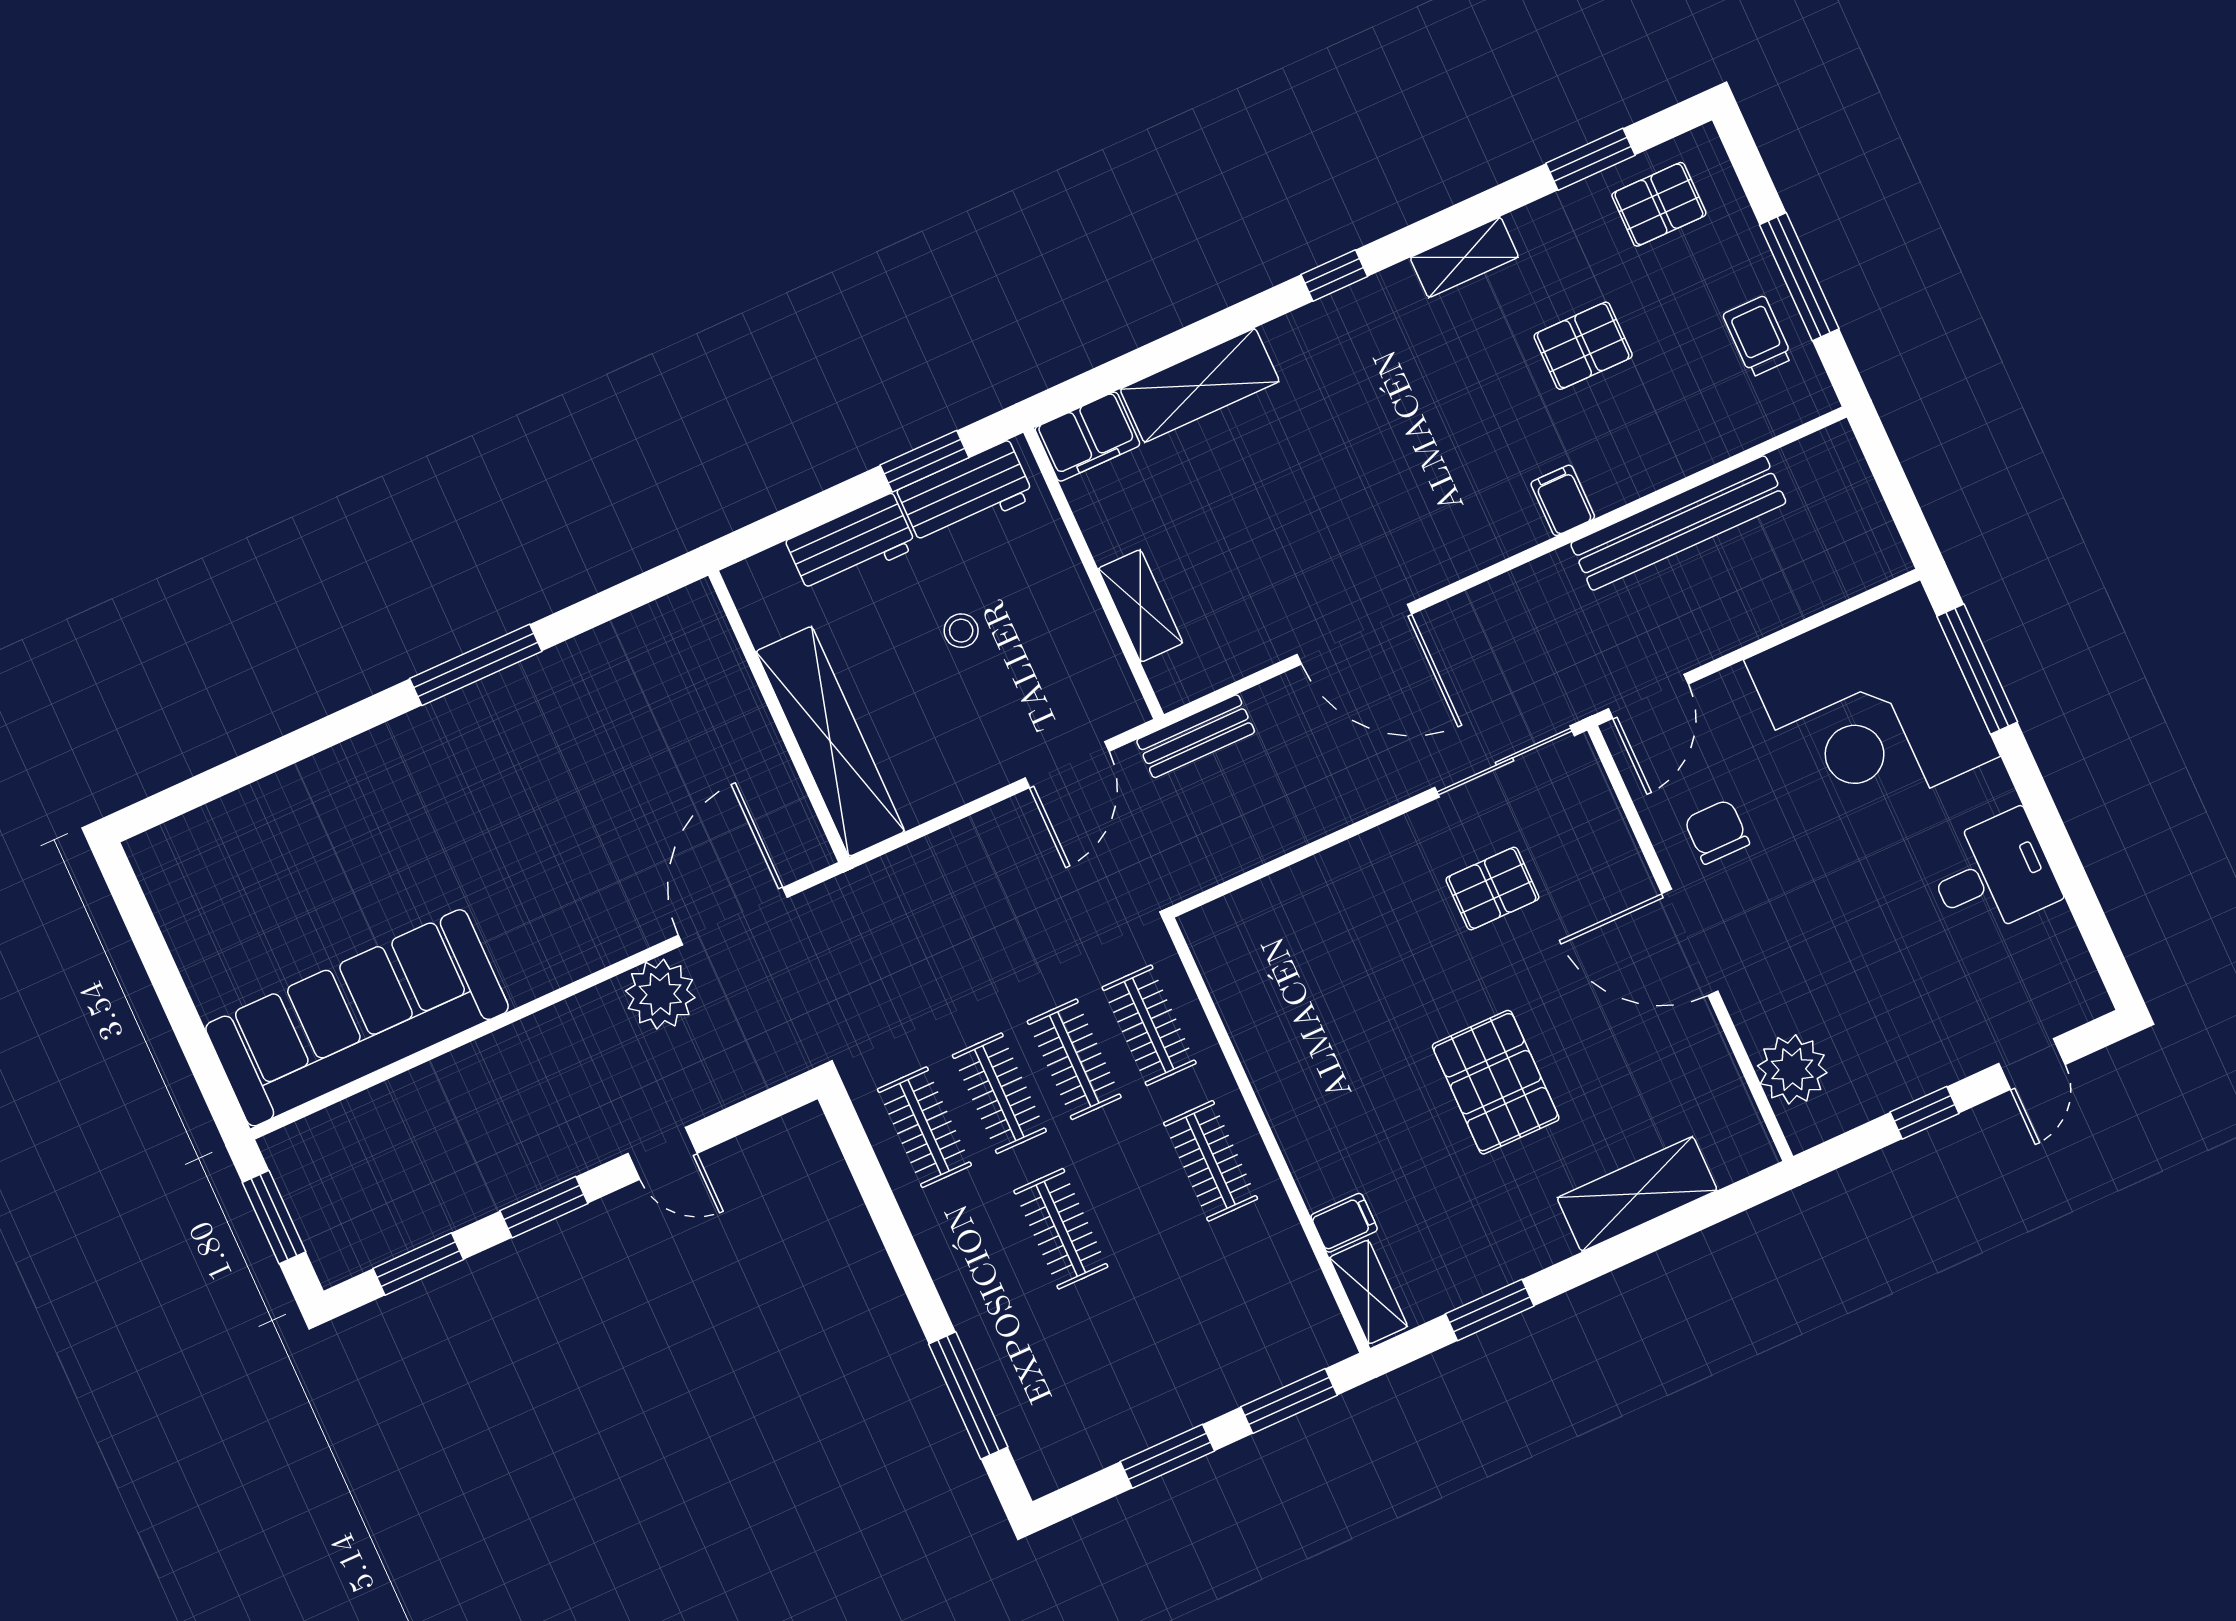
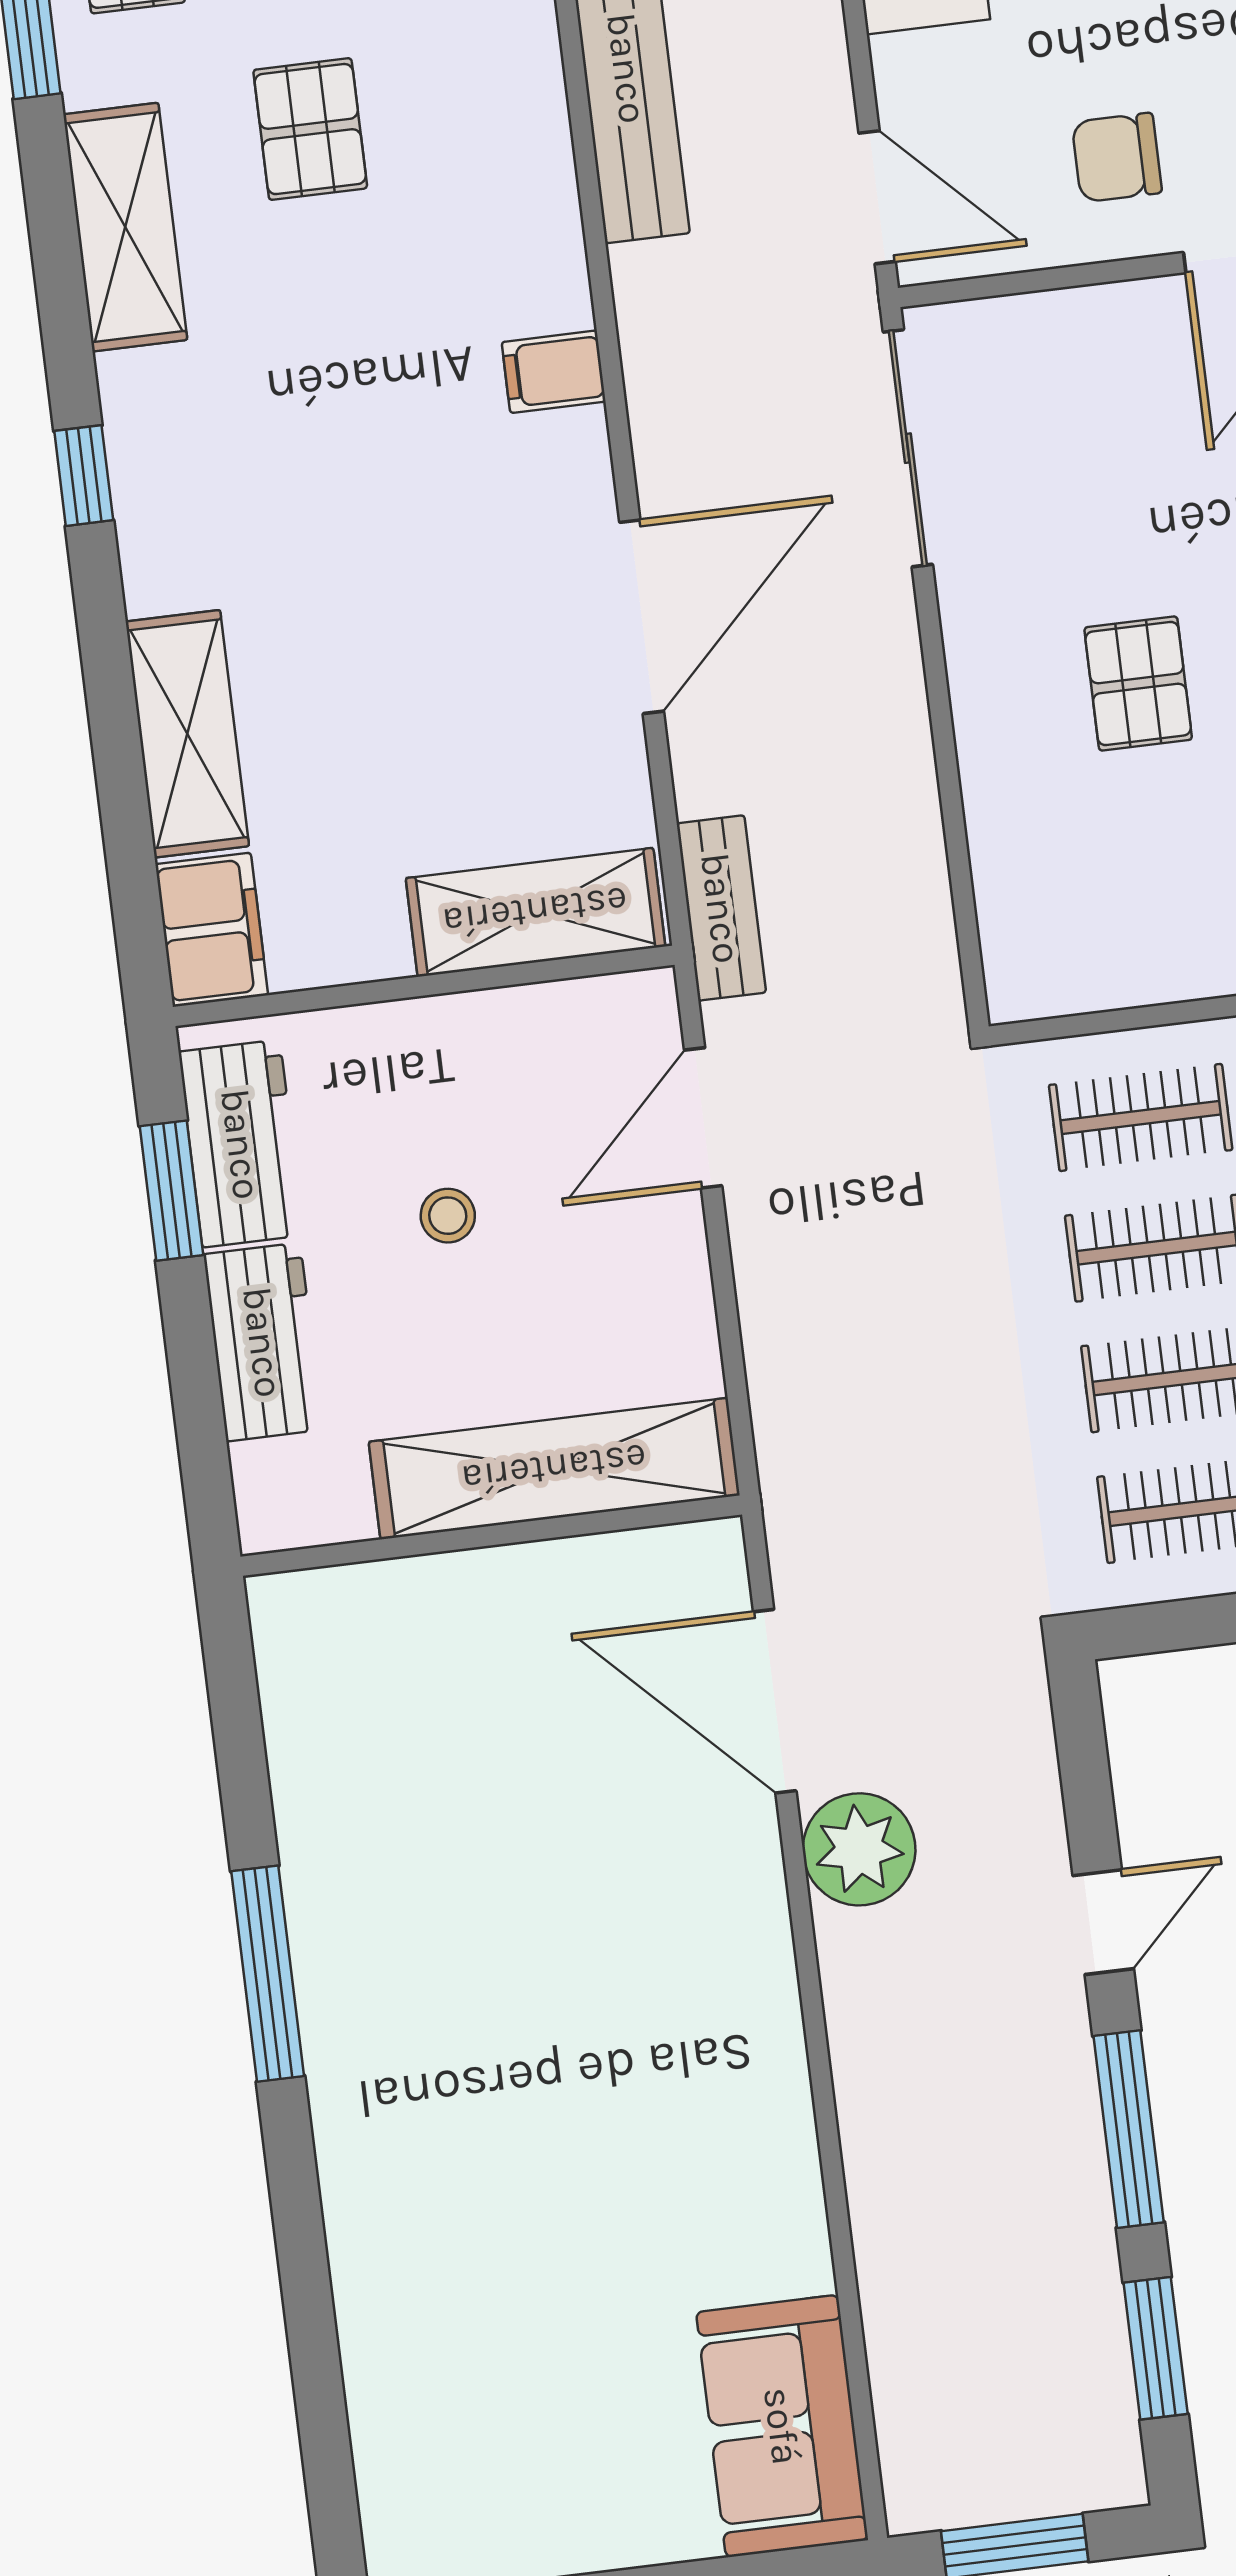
shelving: (1464, 257) -> (125, 227), width x1.50, depth x1.33
filing cabinet: (1563, 500) -> (554, 372), moved
shelving: (1141, 606) -> (535, 912), width x1.50, depth x1.33
door: (1067, 765) -> (703, 1118), swing flipped
pallet: (1492, 888) -> (1138, 684), moved
sofa: (357, 1018) -> (782, 2426), width x0.54, depth x0.79
window: (544, 1207) -> (1129, 2129), width x1.44

